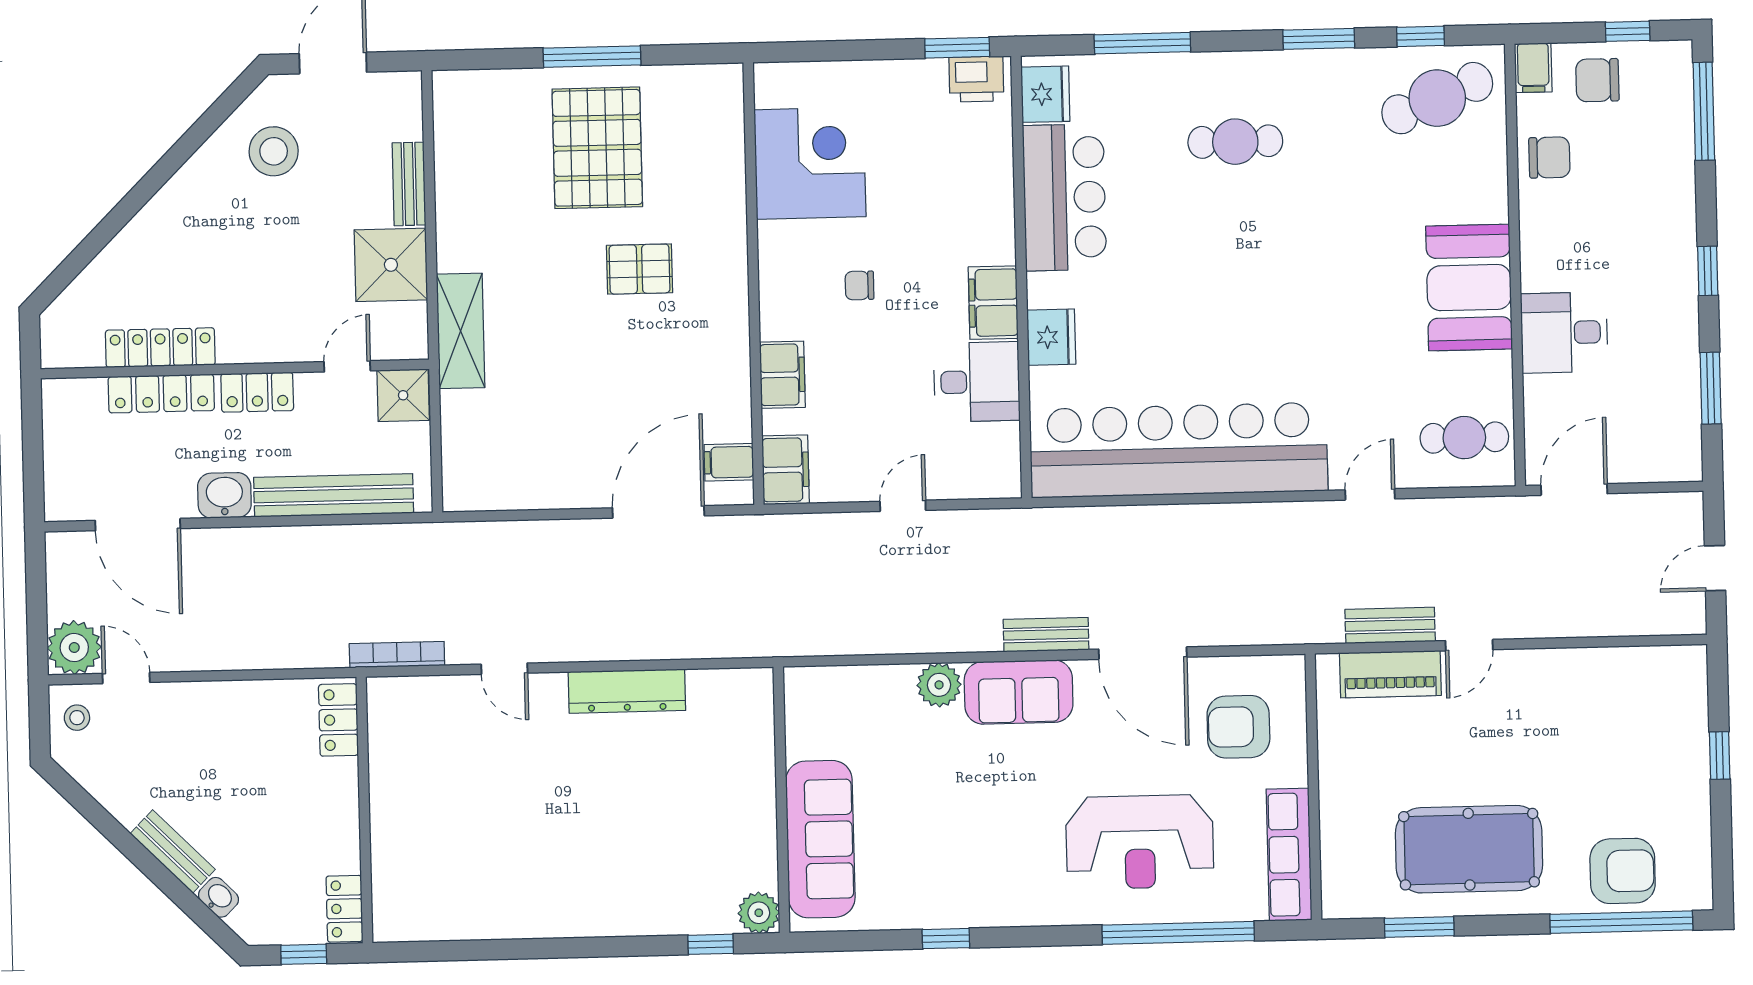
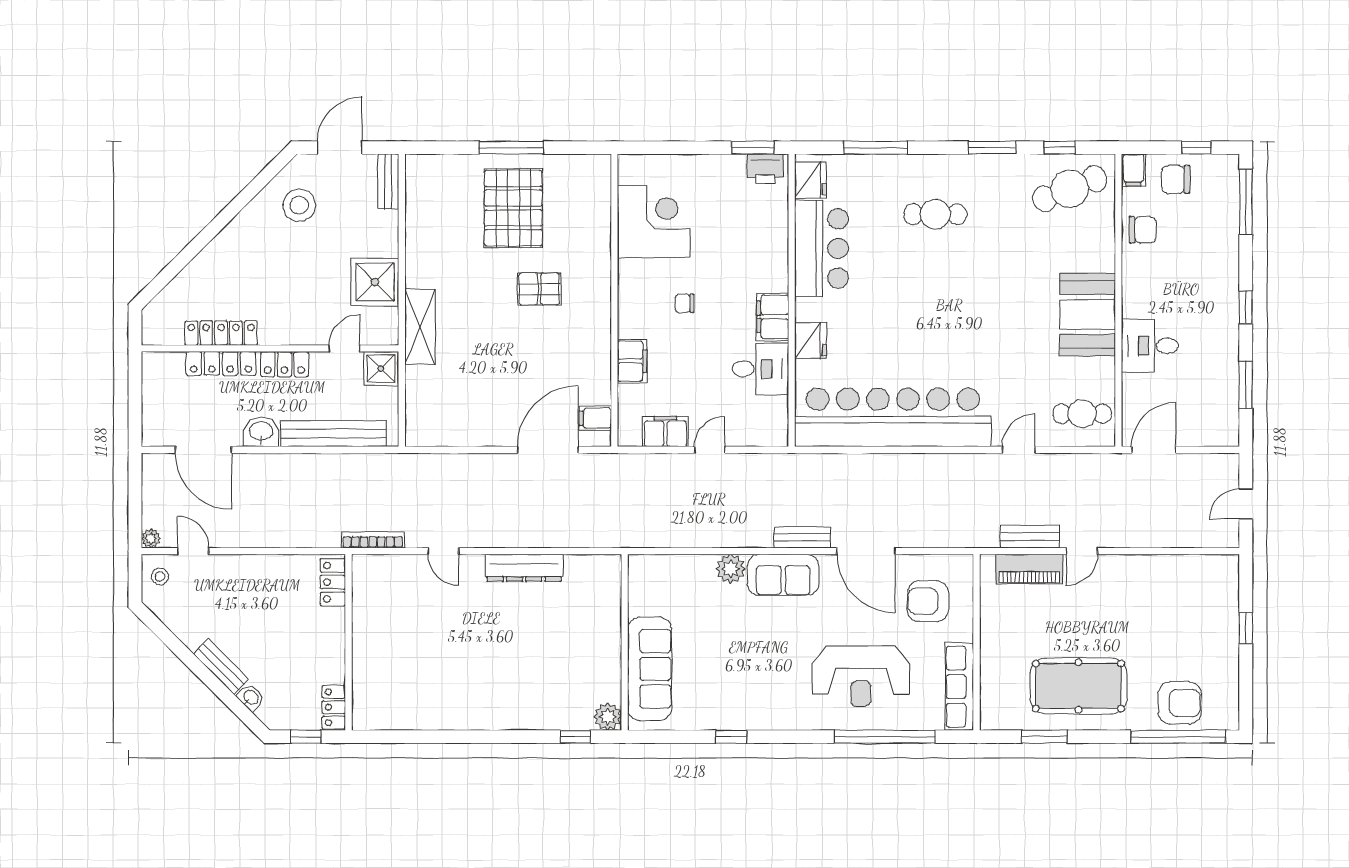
bench: (409, 184) -> (388, 181), moved
filing cabinet: (786, 470) -> (665, 432), moved, turned -90
plant: (74, 648) -> (151, 538), width x0.53, depth x0.53

